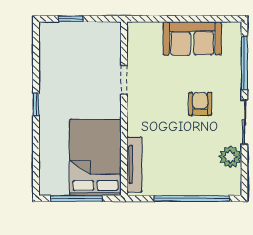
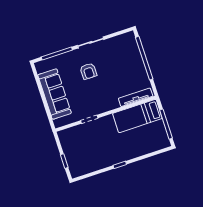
sofa: (192, 38) -> (55, 94), width x1.36
armchair: (200, 104) -> (88, 71), turned -90
plant: (230, 157) -> (113, 44), removed
bed: (95, 158) -> (137, 116), width x0.67

